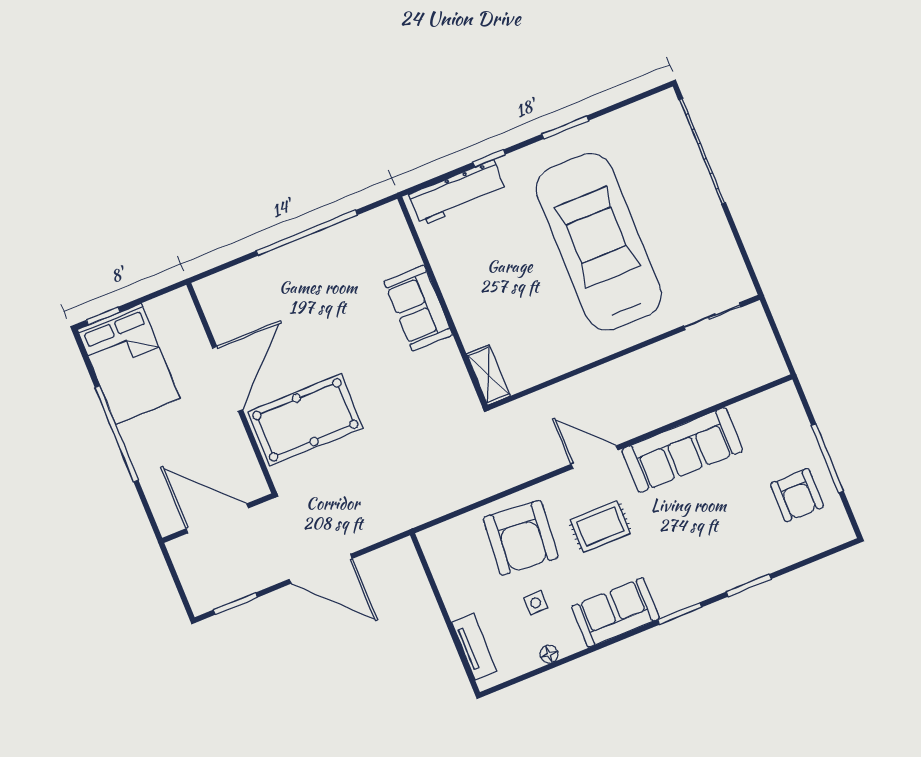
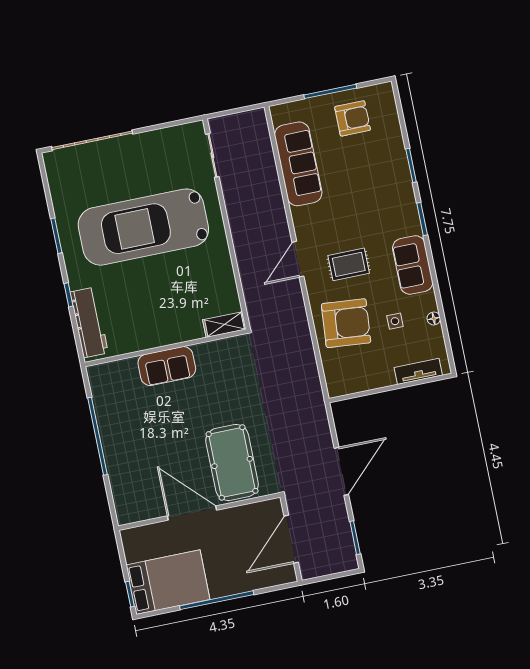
sofa: (682, 450) -> (298, 164), moved
rug: (600, 527) -> (349, 264), turned 90

